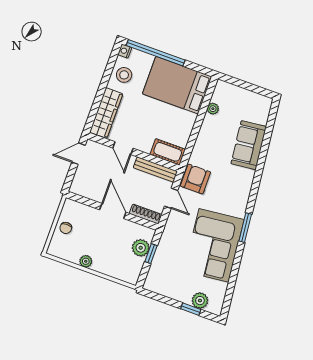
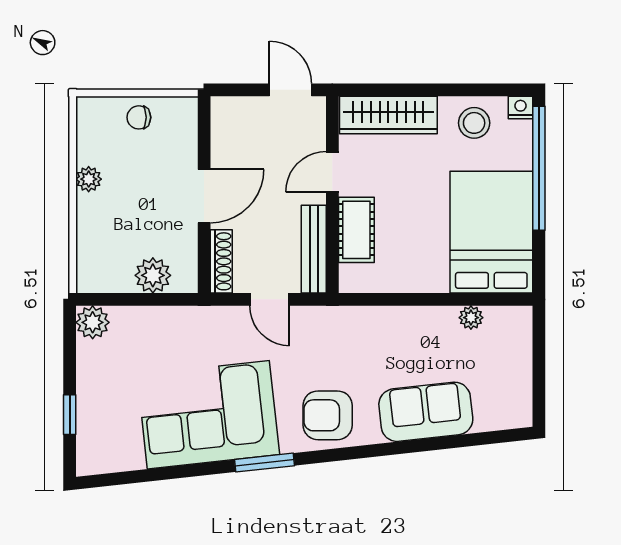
cot: (168, 152) -> (356, 230), moved
armchair: (195, 179) -> (328, 415), moved, turned 180
door: (171, 198) -> (270, 299), hinge flipped
window: (151, 254) -> (149, 299), removed
plant: (200, 301) -> (93, 322), moved

